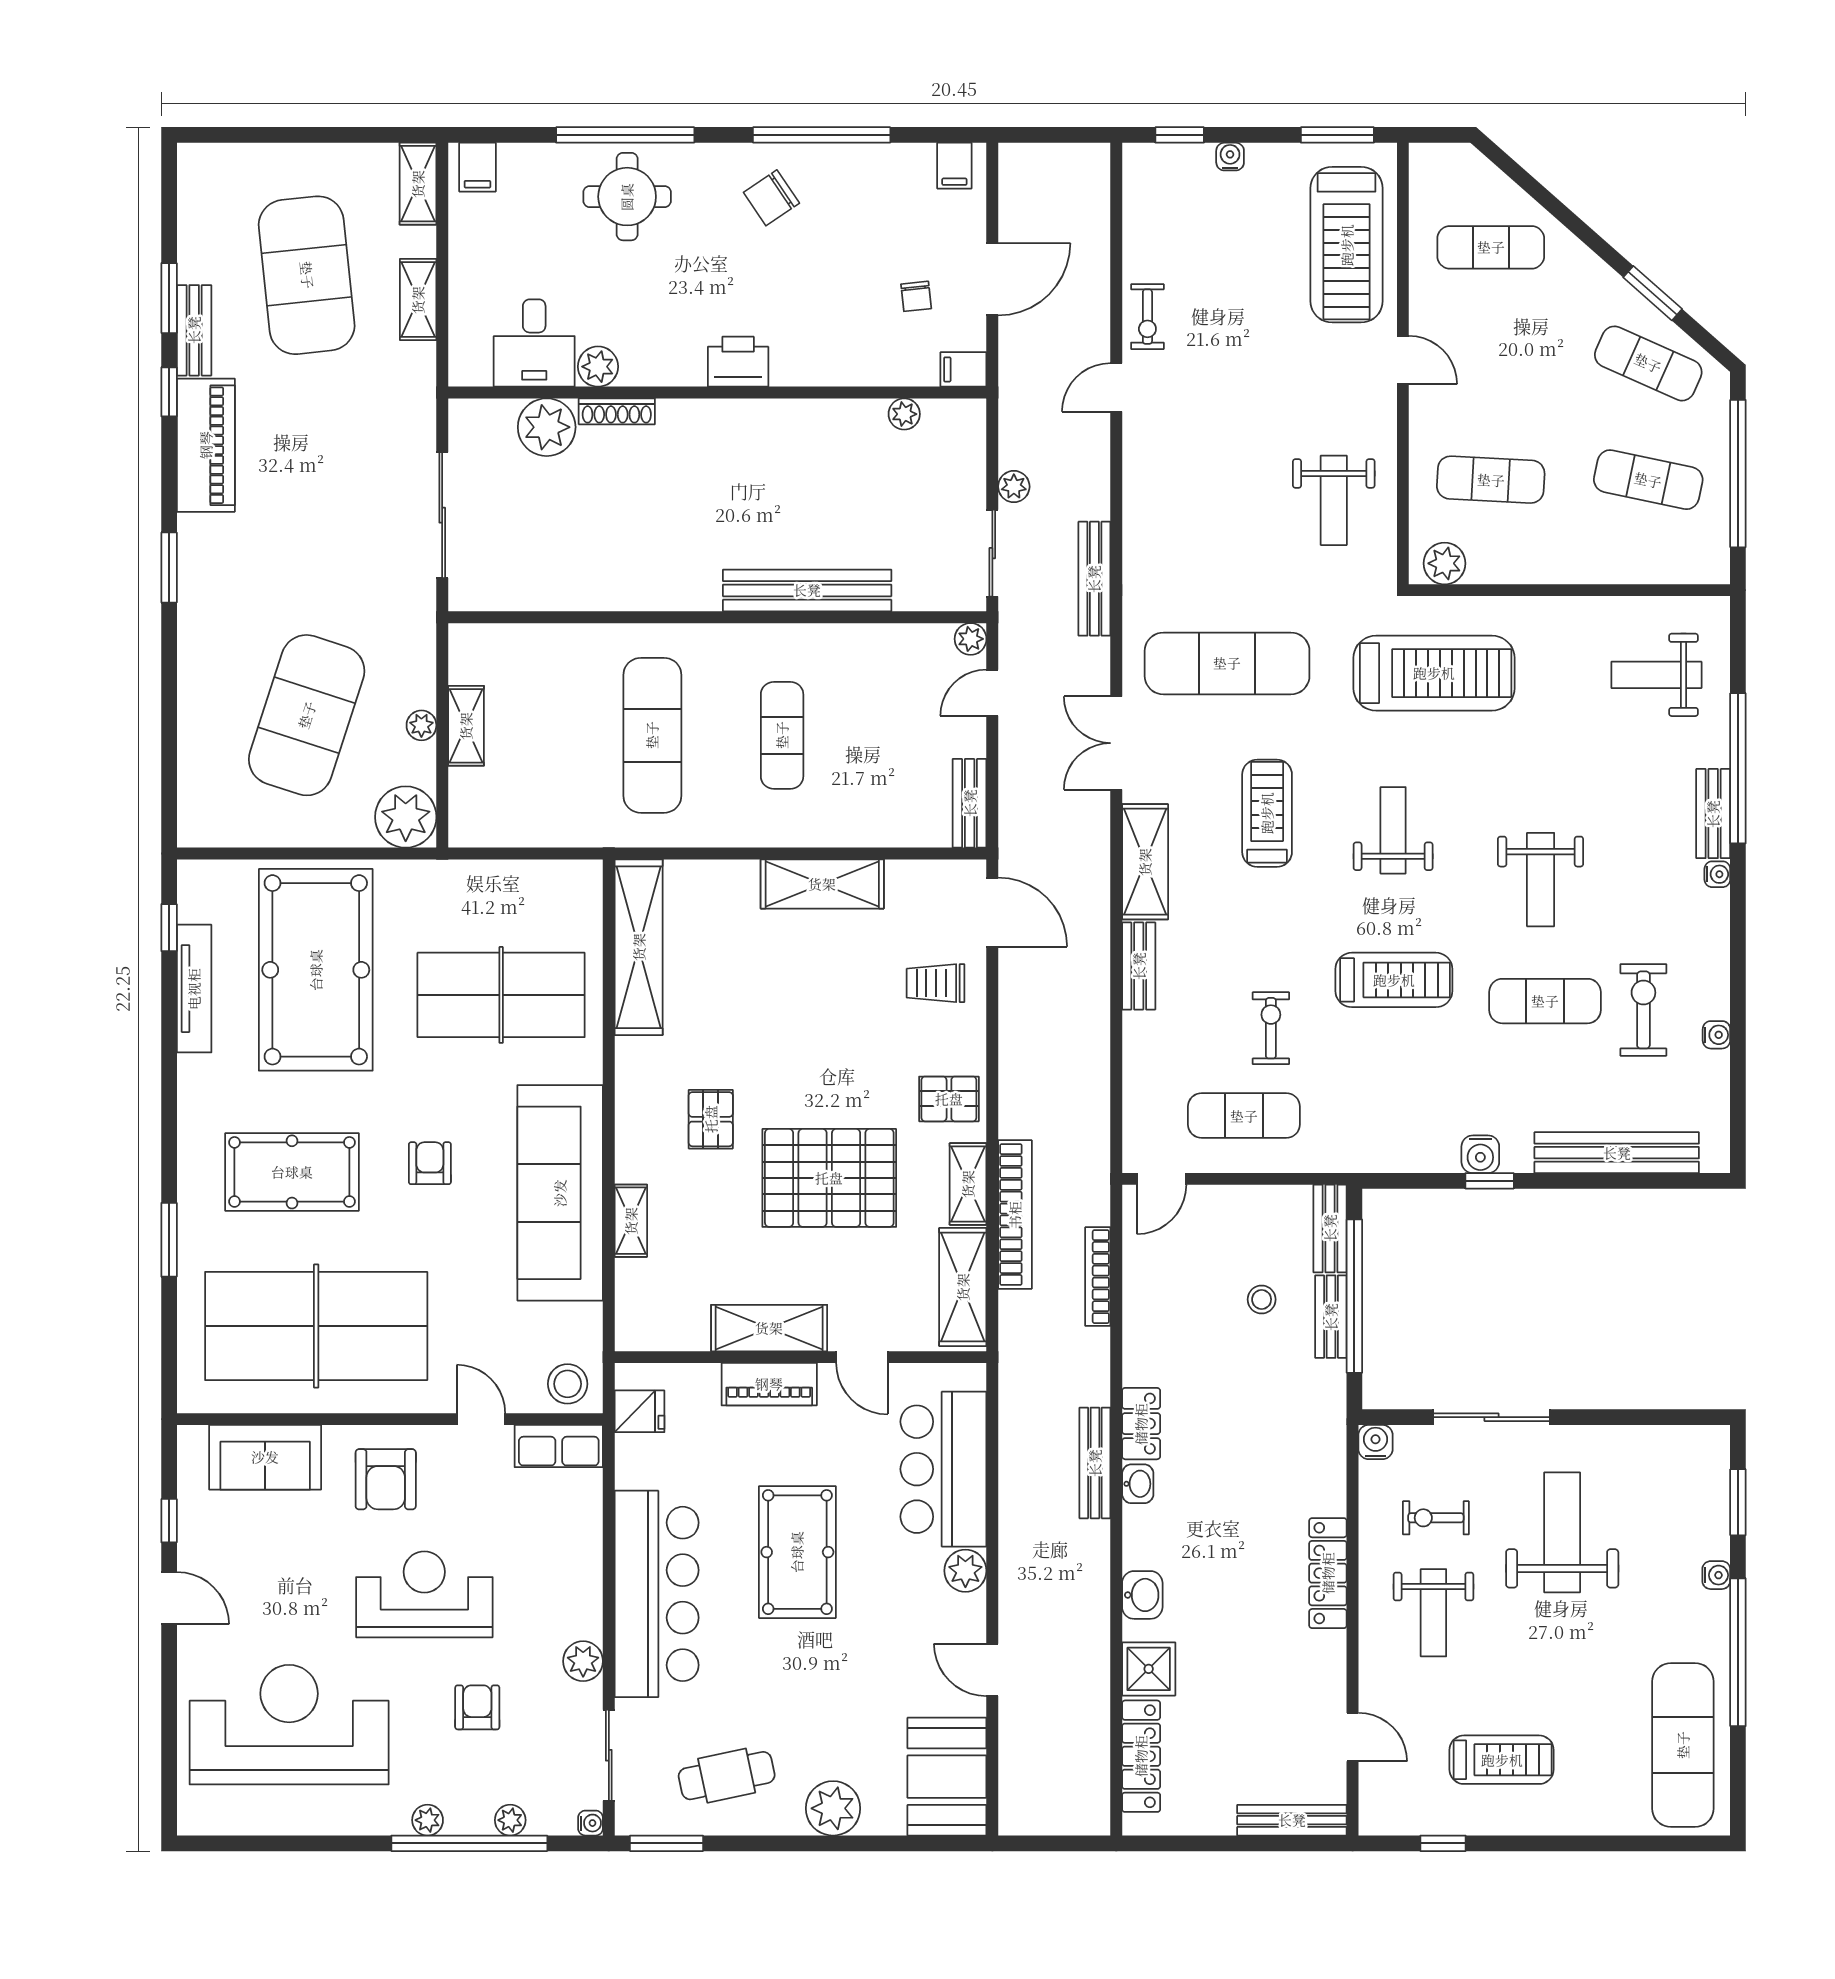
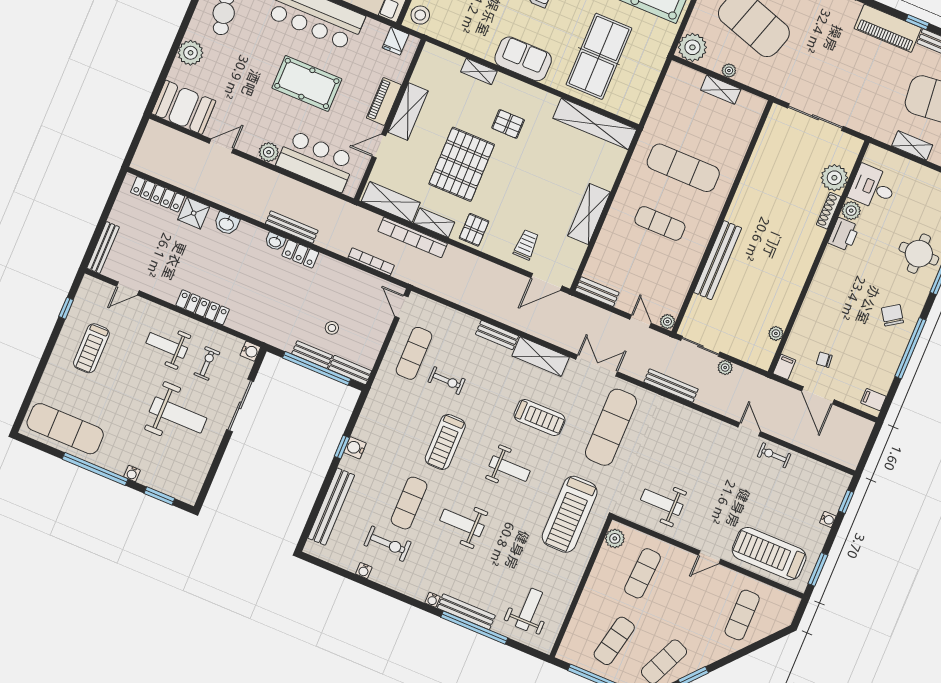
printer: (738, 362) -> (844, 234), moved
bench: (1713, 814) -> (466, 612), width x1.36
sofa: (560, 1193) -> (523, 59), width x0.54, depth x0.79

